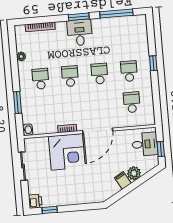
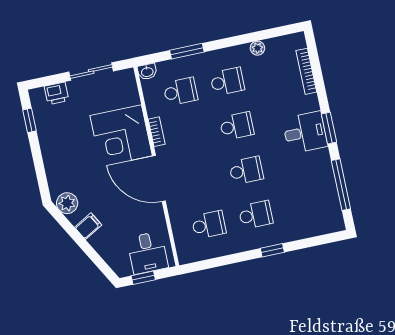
school desk: (43, 110) -> (180, 92), added
plant: (134, 173) -> (67, 203), moved
printer: (35, 201) -> (57, 93), moved

